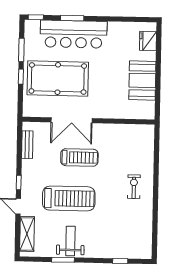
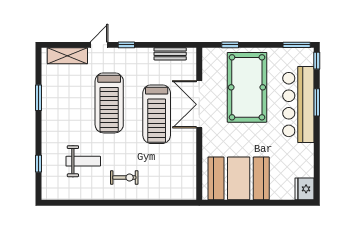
fridge: (148, 41) -> (304, 189), moved, turned -90
window: (21, 50) -> (297, 45), moved
window: (21, 77) -> (230, 45), moved
booth: (142, 80) -> (239, 178), width x1.36, depth x1.42
treadmill: (79, 157) -> (157, 114), width x1.37, depth x1.38
weight bench: (70, 241) -> (83, 161), moved

